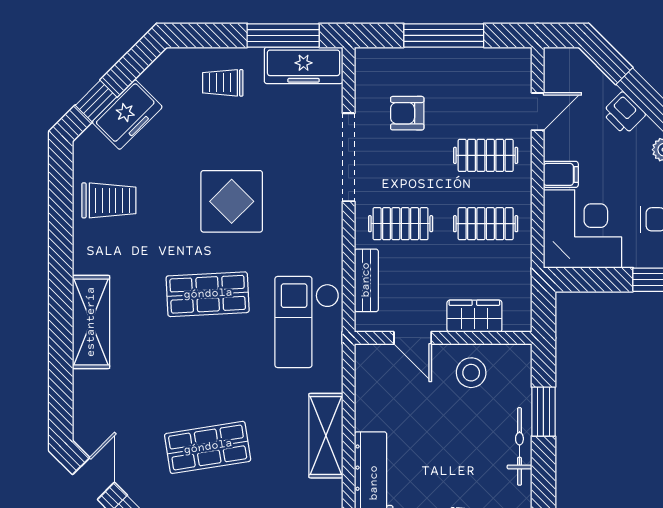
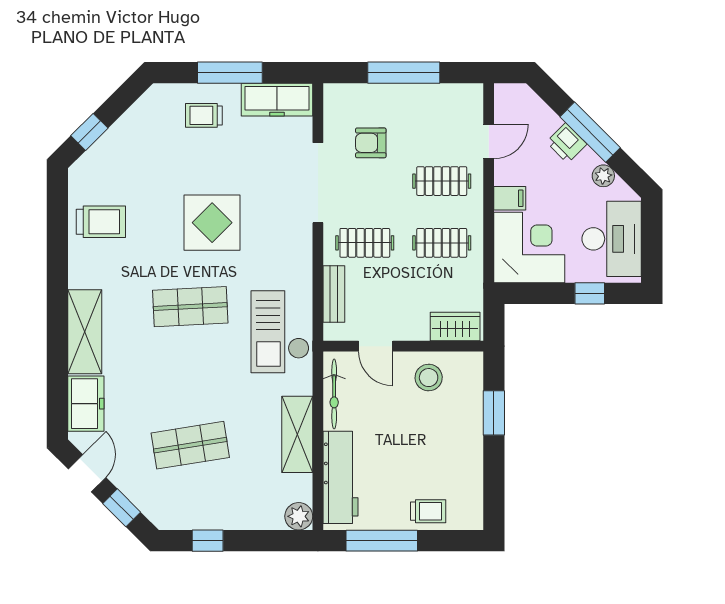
window: (283, 35) -> (230, 73), moved
freezer: (127, 115) -> (86, 404), moved, turned -45
wardrobe: (474, 316) -> (455, 326), moved
bicycle: (519, 446) -> (334, 394), moved, turned 180

